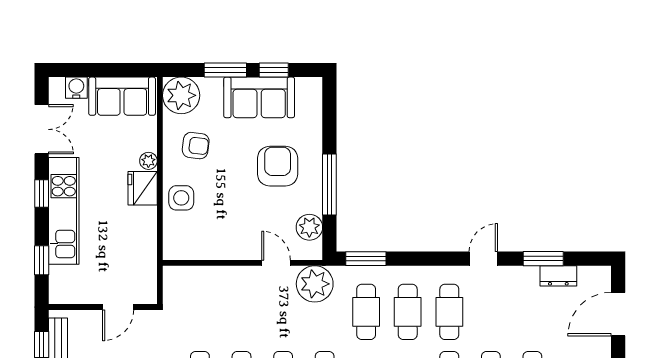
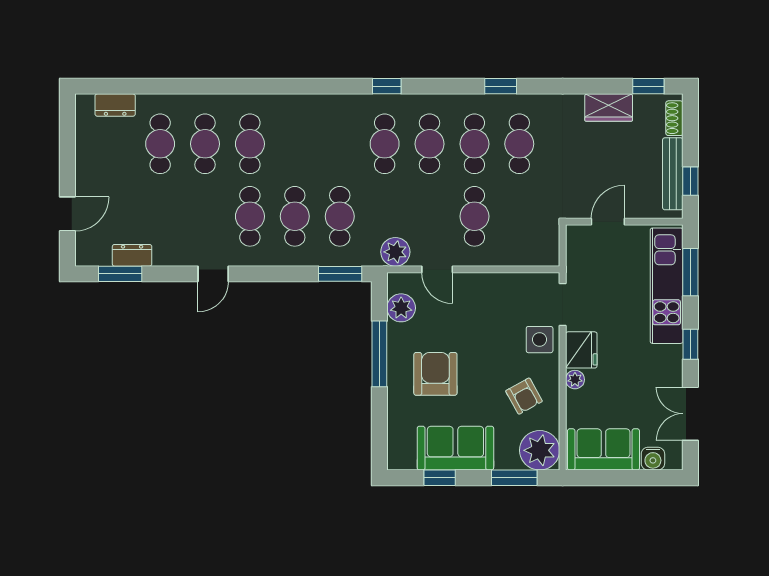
window: (225, 70) -> (514, 478), moved
armchair: (196, 146) -> (524, 396), turned -126
armchair: (278, 166) -> (435, 374), turned 180
kitchen unit: (64, 211) -> (667, 286), moved
doorway: (160, 230) -> (563, 304), added
window: (543, 259) -> (120, 274), moved
window: (42, 260) -> (690, 272), width x1.50
plant: (315, 284) -> (395, 252), width x0.73, depth x0.73
cafe table: (242, 312) -> (474, 216), added
door: (618, 314) -> (67, 214), width x0.73

